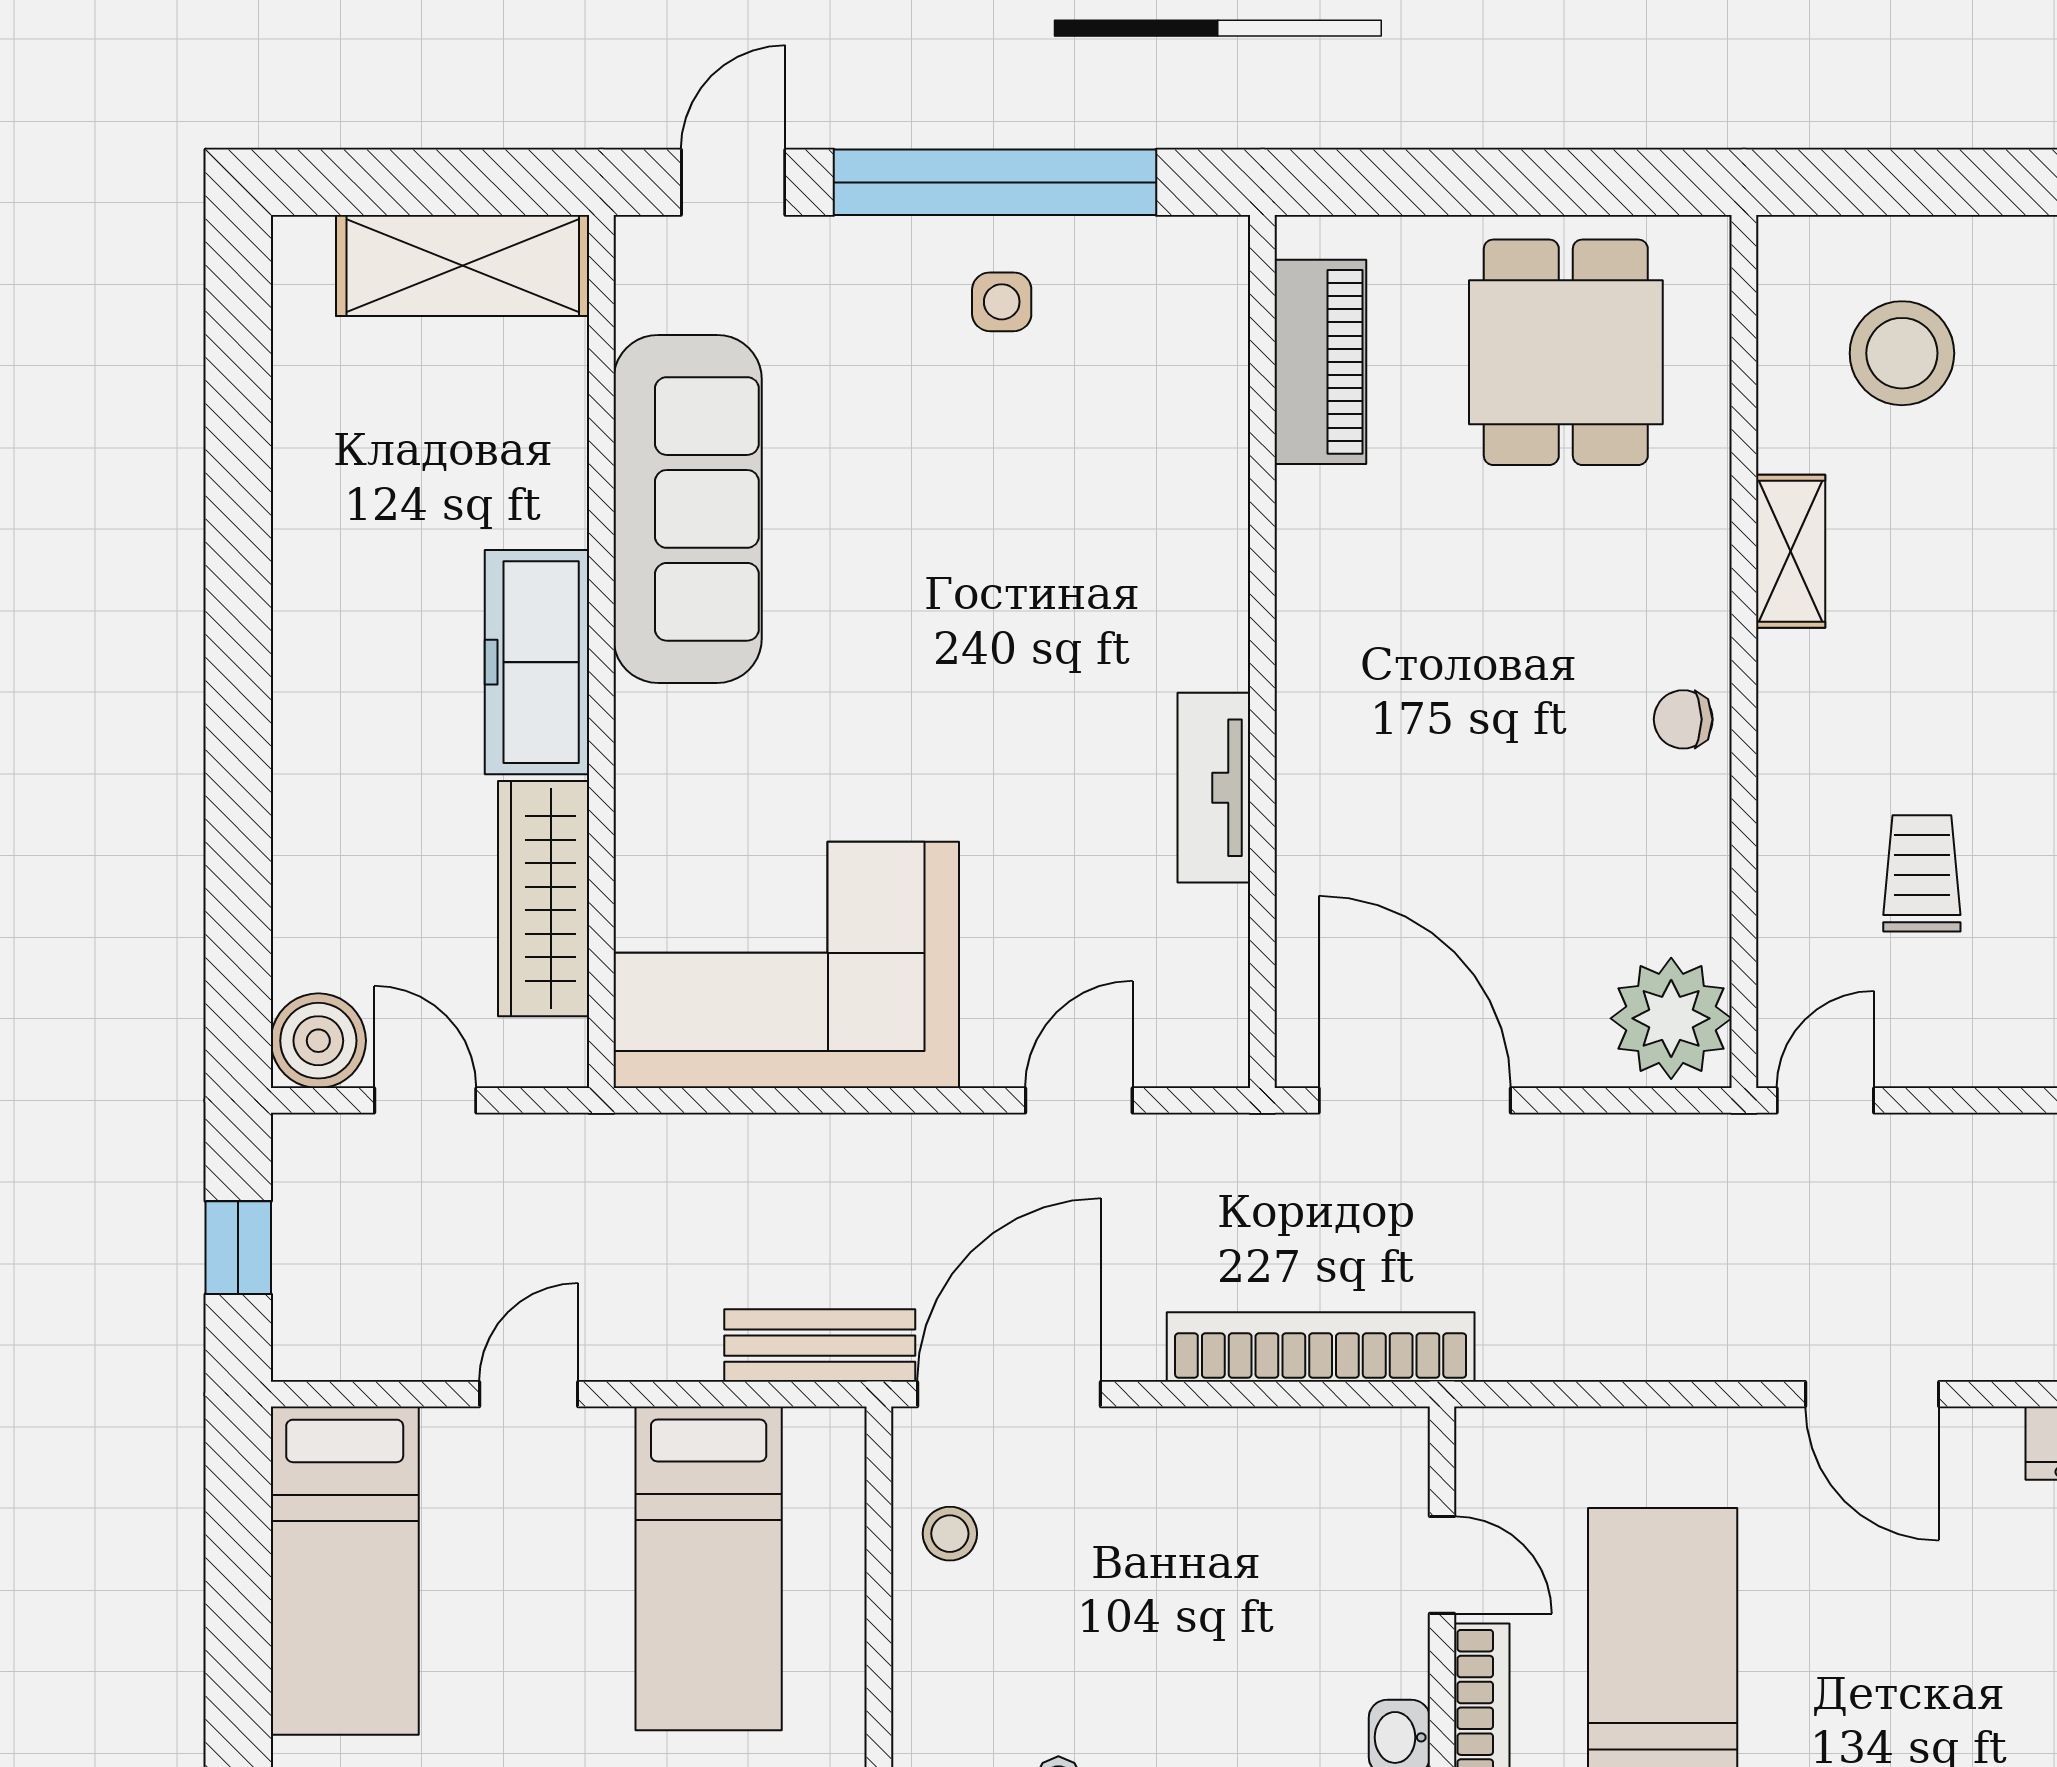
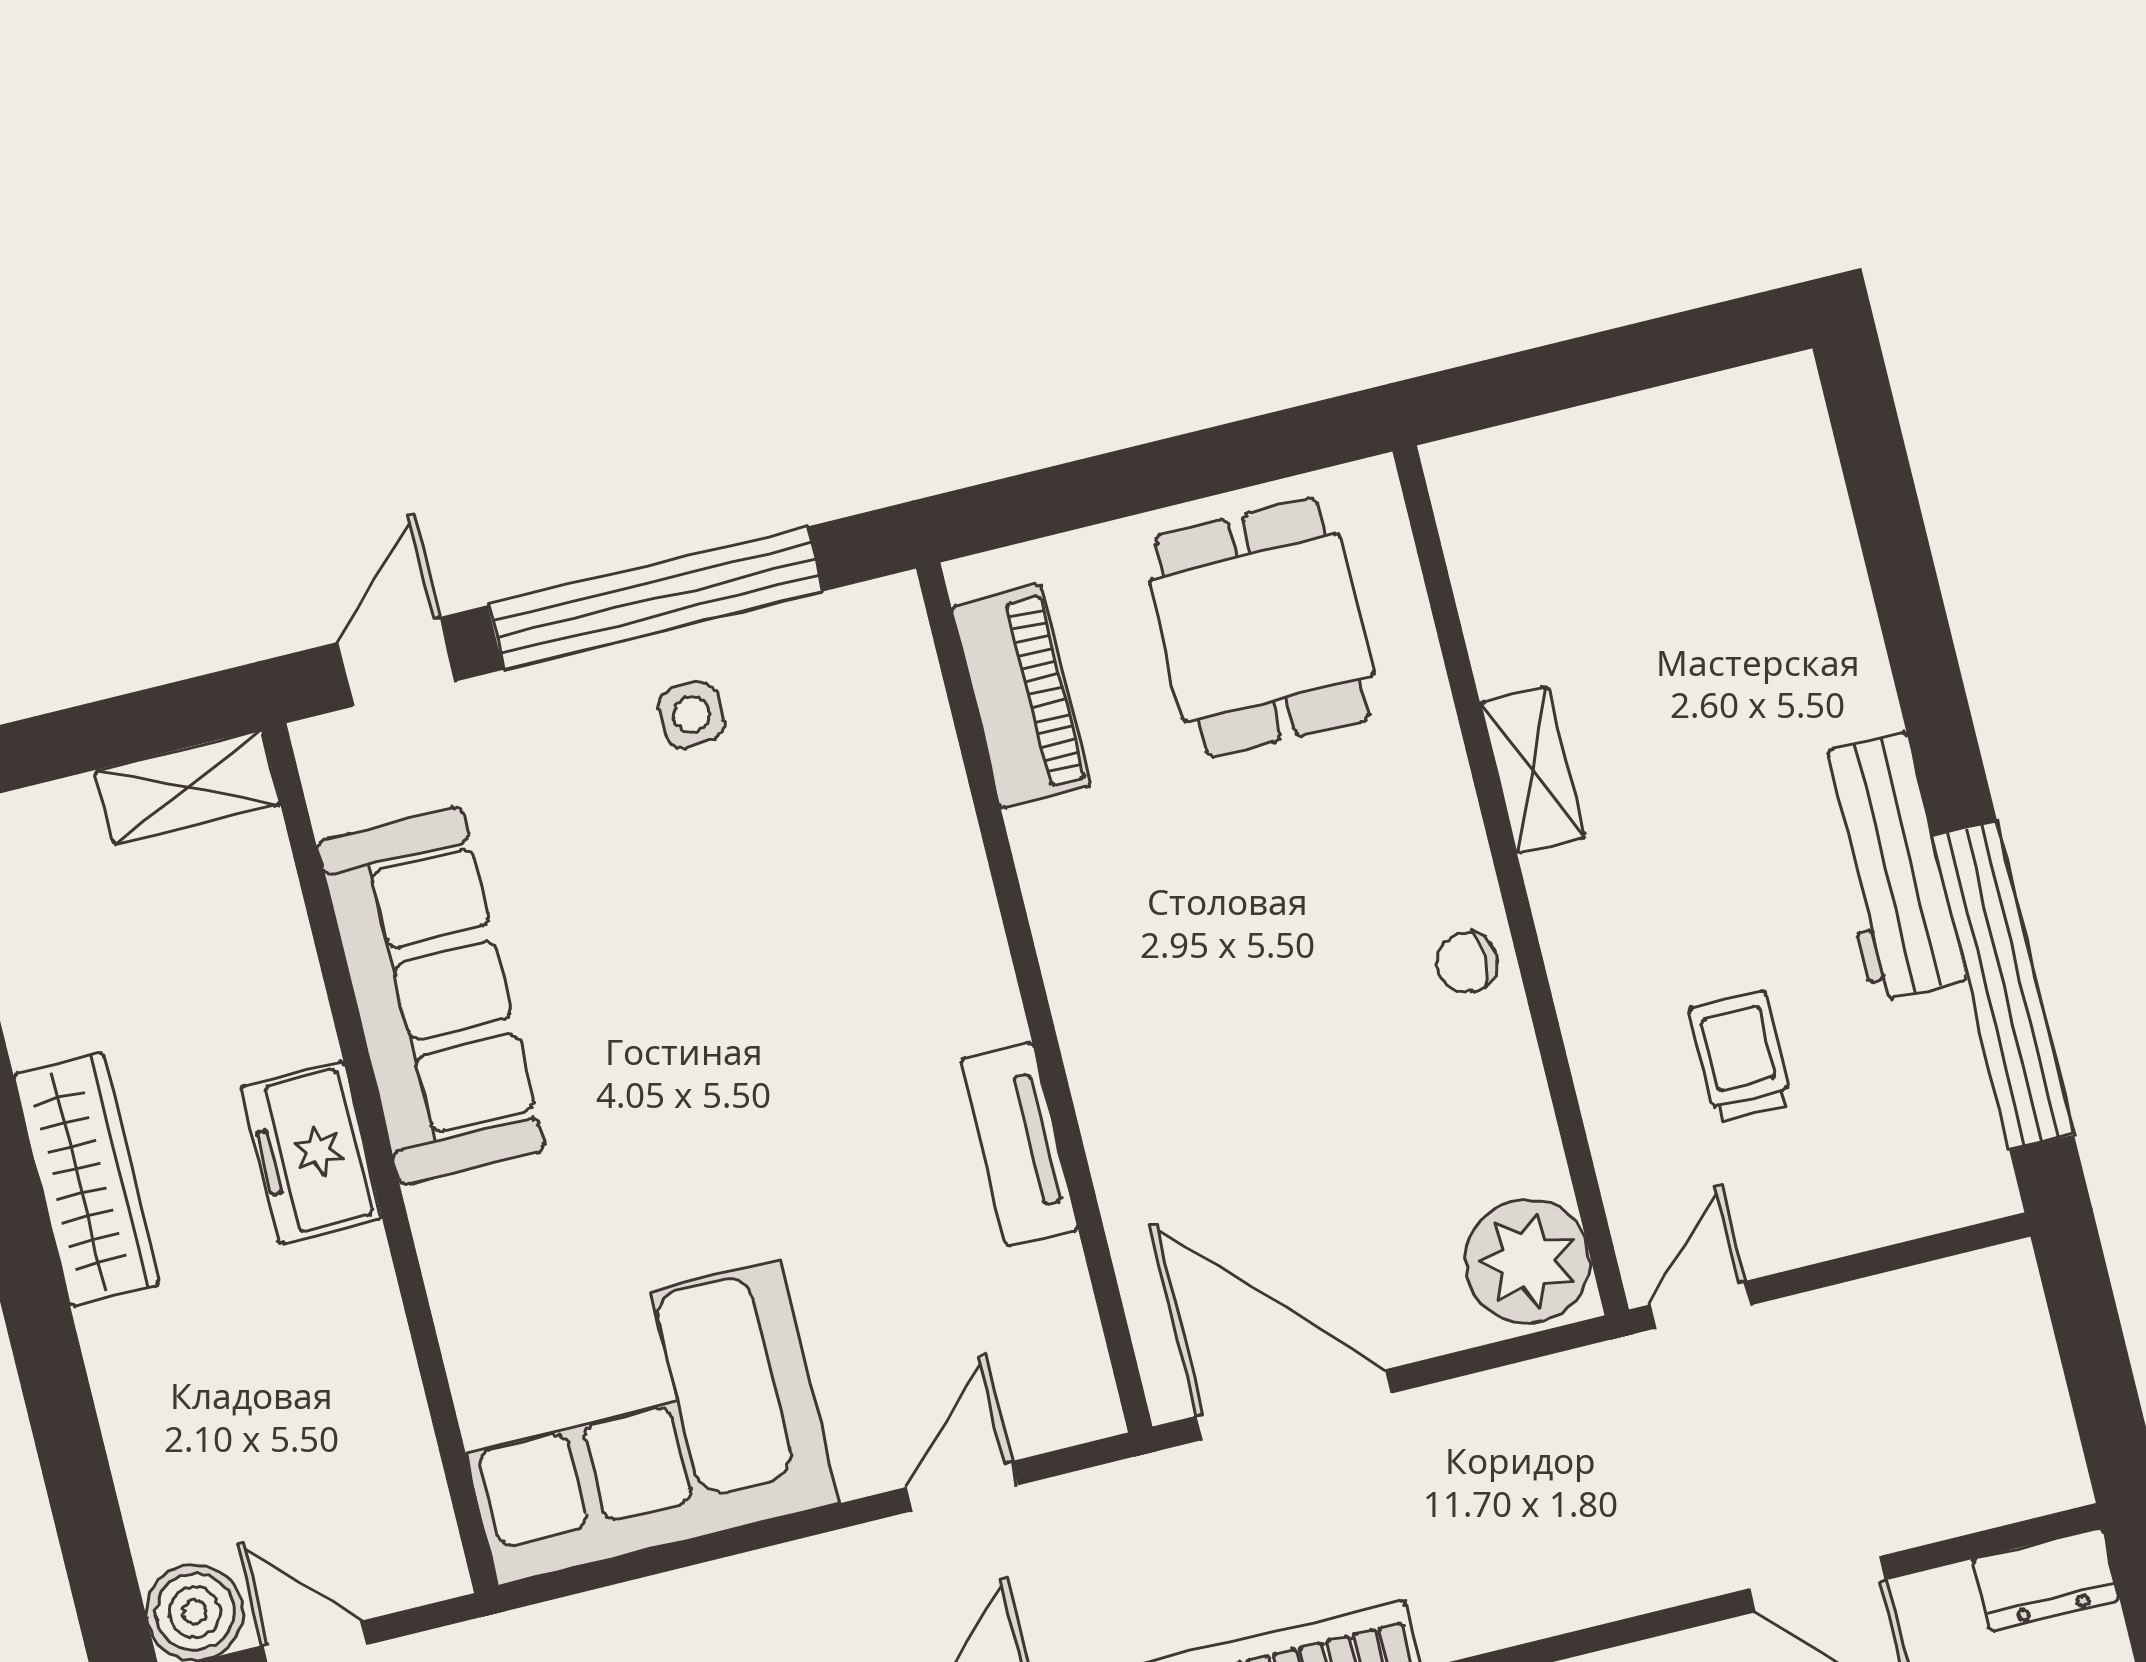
shelving: (463, 266) -> (188, 787), width x0.67, depth x0.75
stool: (1902, 353) -> (1594, 547), removed
freezer: (537, 662) -> (311, 1152), width x0.71
wardrobe: (544, 899) -> (86, 1179), moved, turned 180

